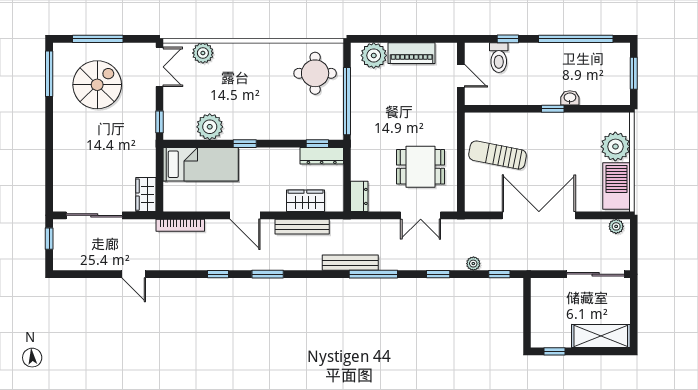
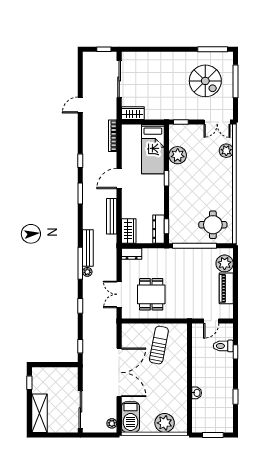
window: (576, 39) -> (236, 397), width x0.32
window: (553, 109) -> (189, 382), removed
barbecue: (616, 186) -> (130, 417), moved, turned 90
wardrobe: (305, 201) -> (129, 231), moved
plant: (473, 264) -> (87, 272), moved

